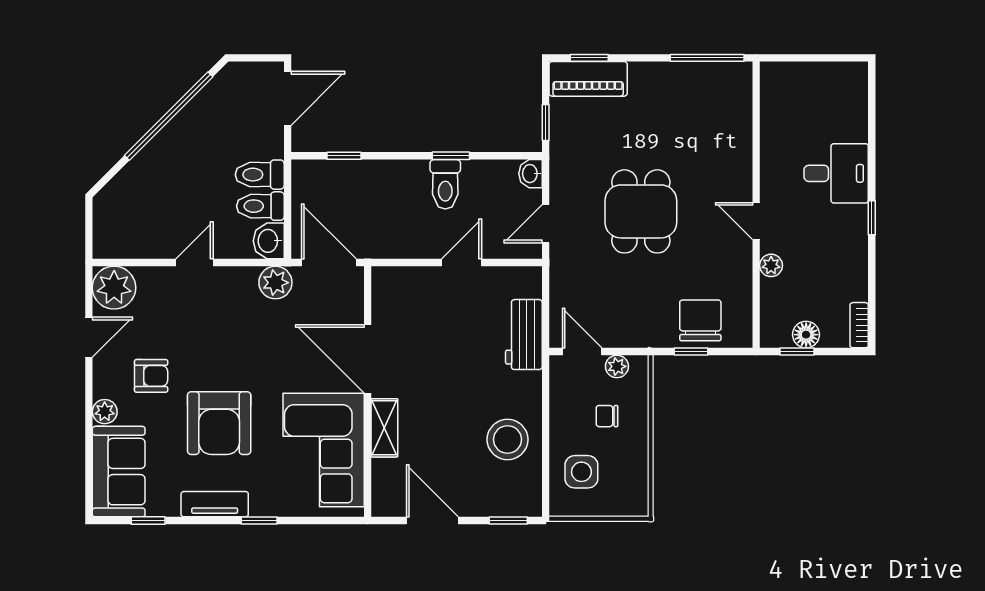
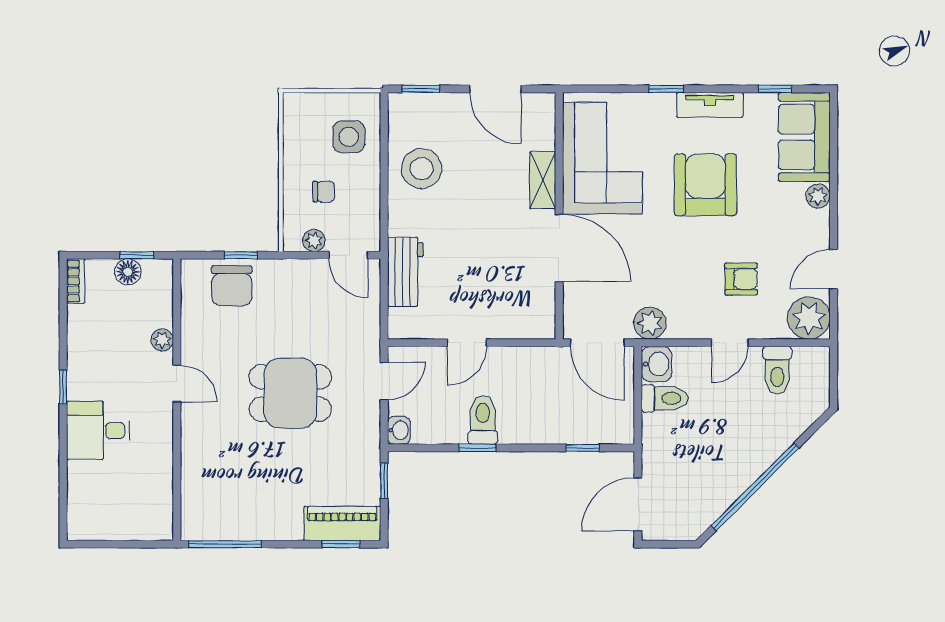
toilet: (260, 175) -> (777, 370), moved, turned 90
dining table: (641, 211) -> (290, 393), turned 90
armchair: (151, 376) -> (741, 279), moved, turned 180

